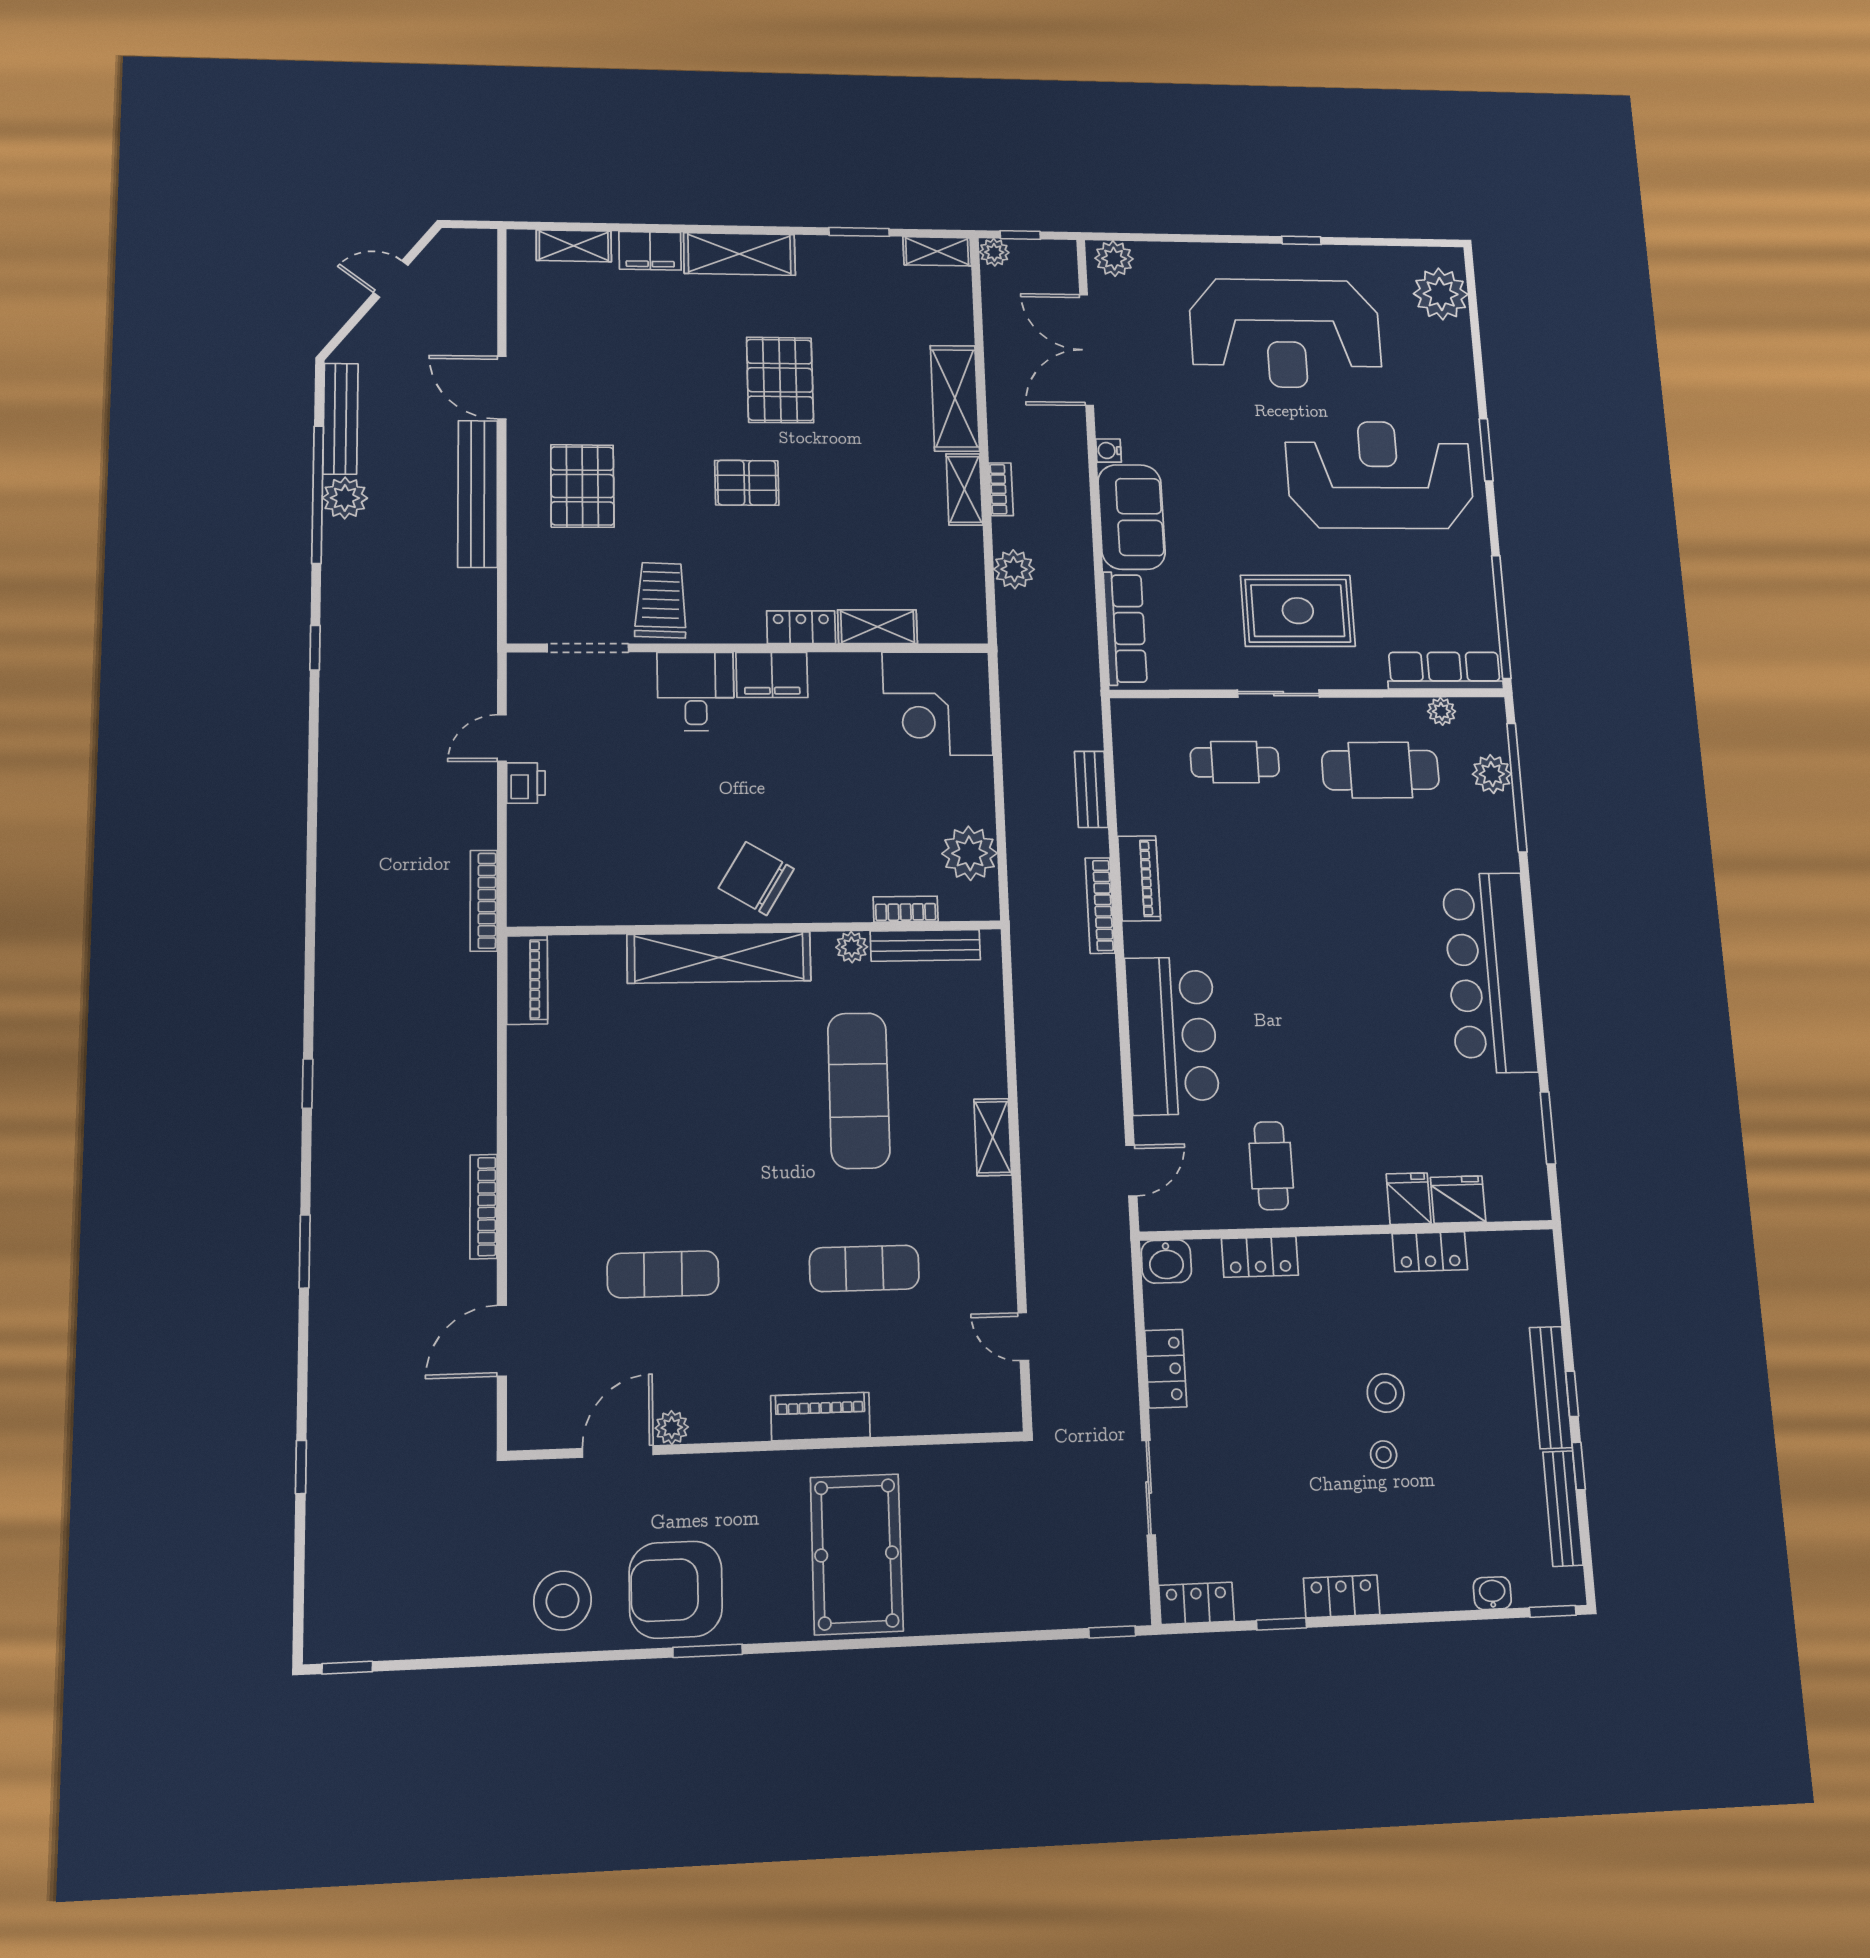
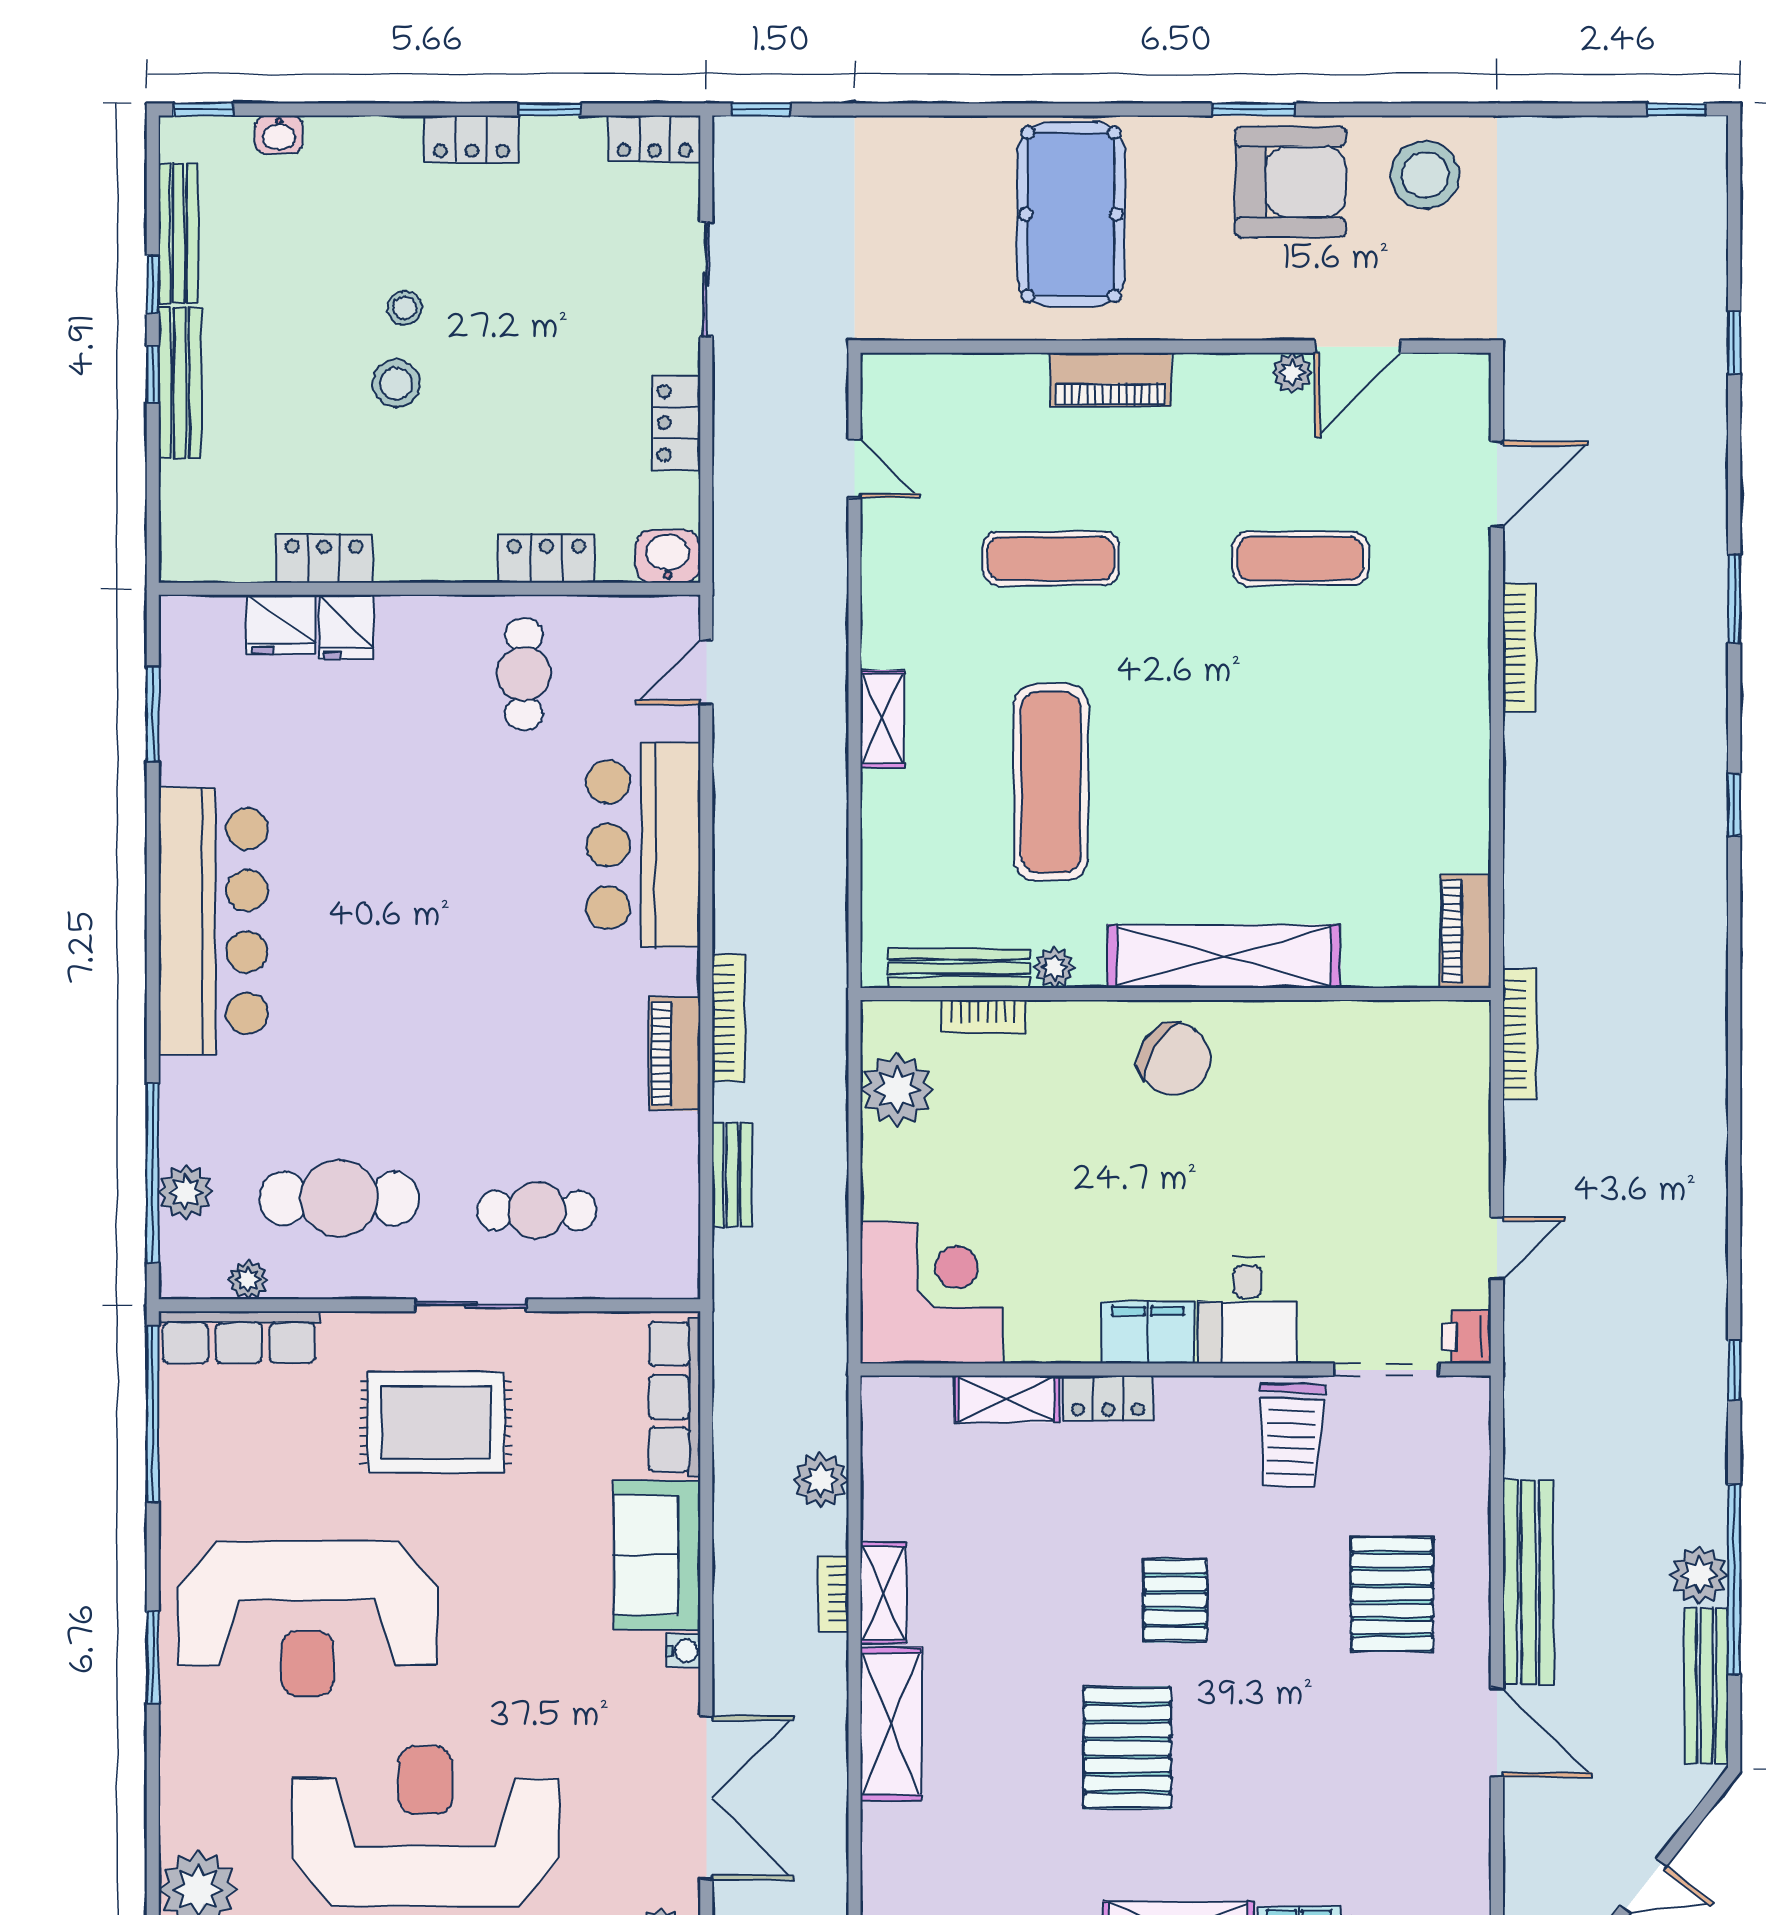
pallet: (747, 483) -> (1175, 1600), turned 90
printer: (526, 783) -> (1467, 1337), moved

